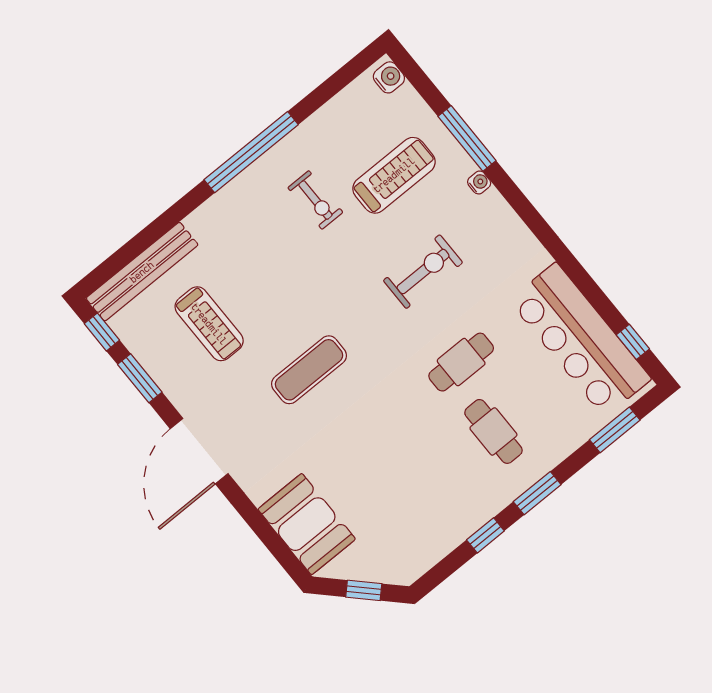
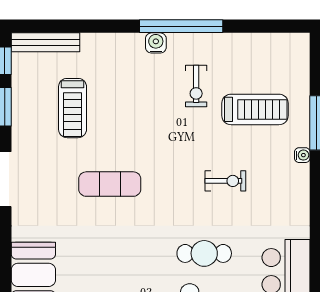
water cooler: (389, 77) -> (156, 43), moved, turned -90
bench: (142, 272) -> (45, 42), width x0.73, depth x0.82
exercise bike: (423, 272) -> (225, 181), width x0.73, depth x0.72

